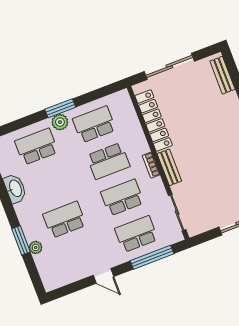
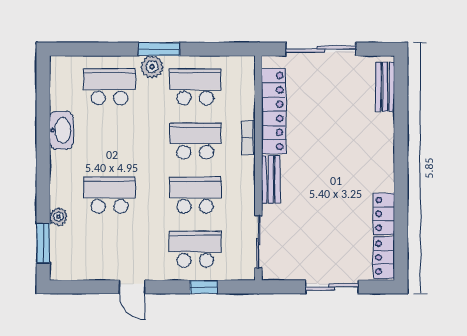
school desk: (108, 161) -> (195, 141), turned 180
bookcase: (151, 165) -> (248, 138), moved
window: (21, 240) -> (43, 243), moved
window: (152, 257) -> (204, 287), width x0.46

